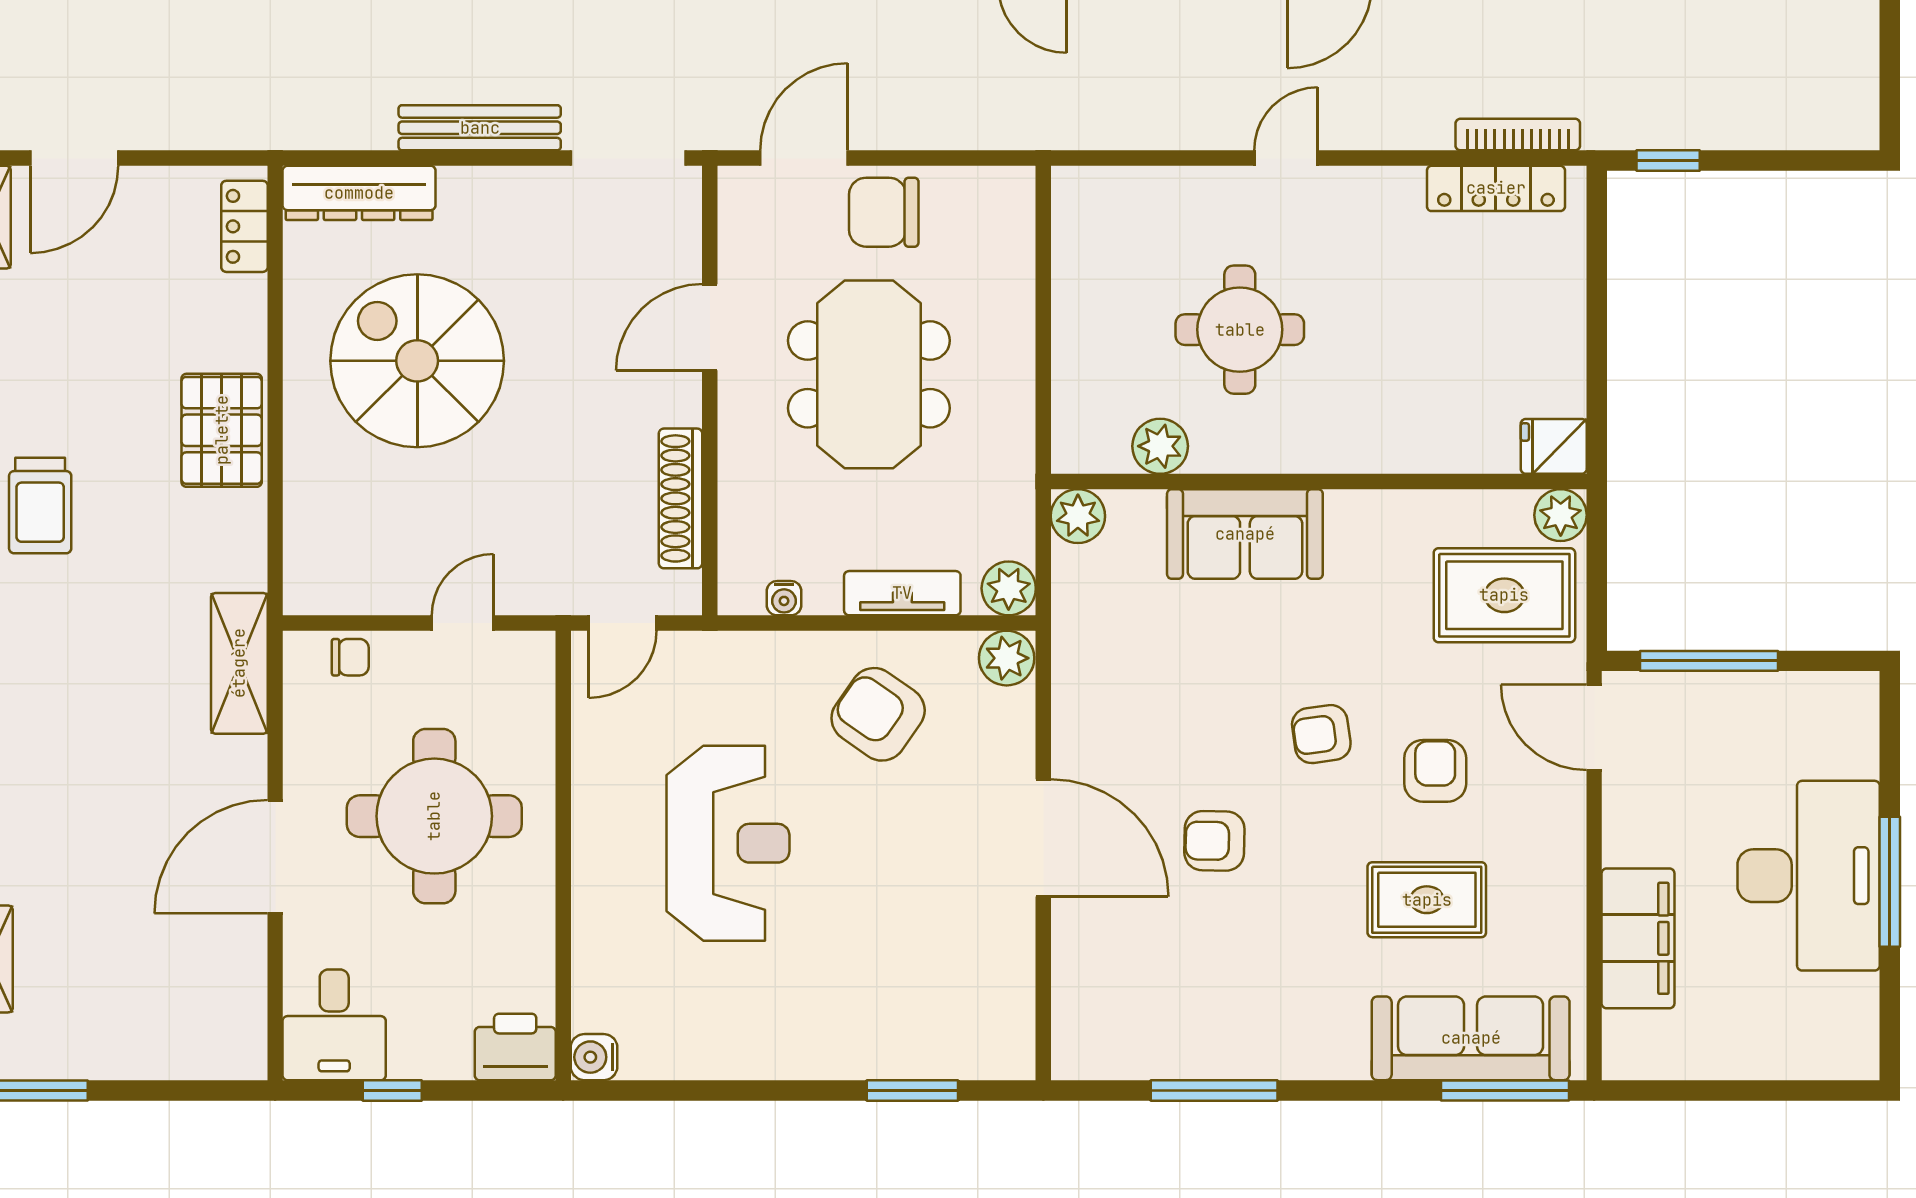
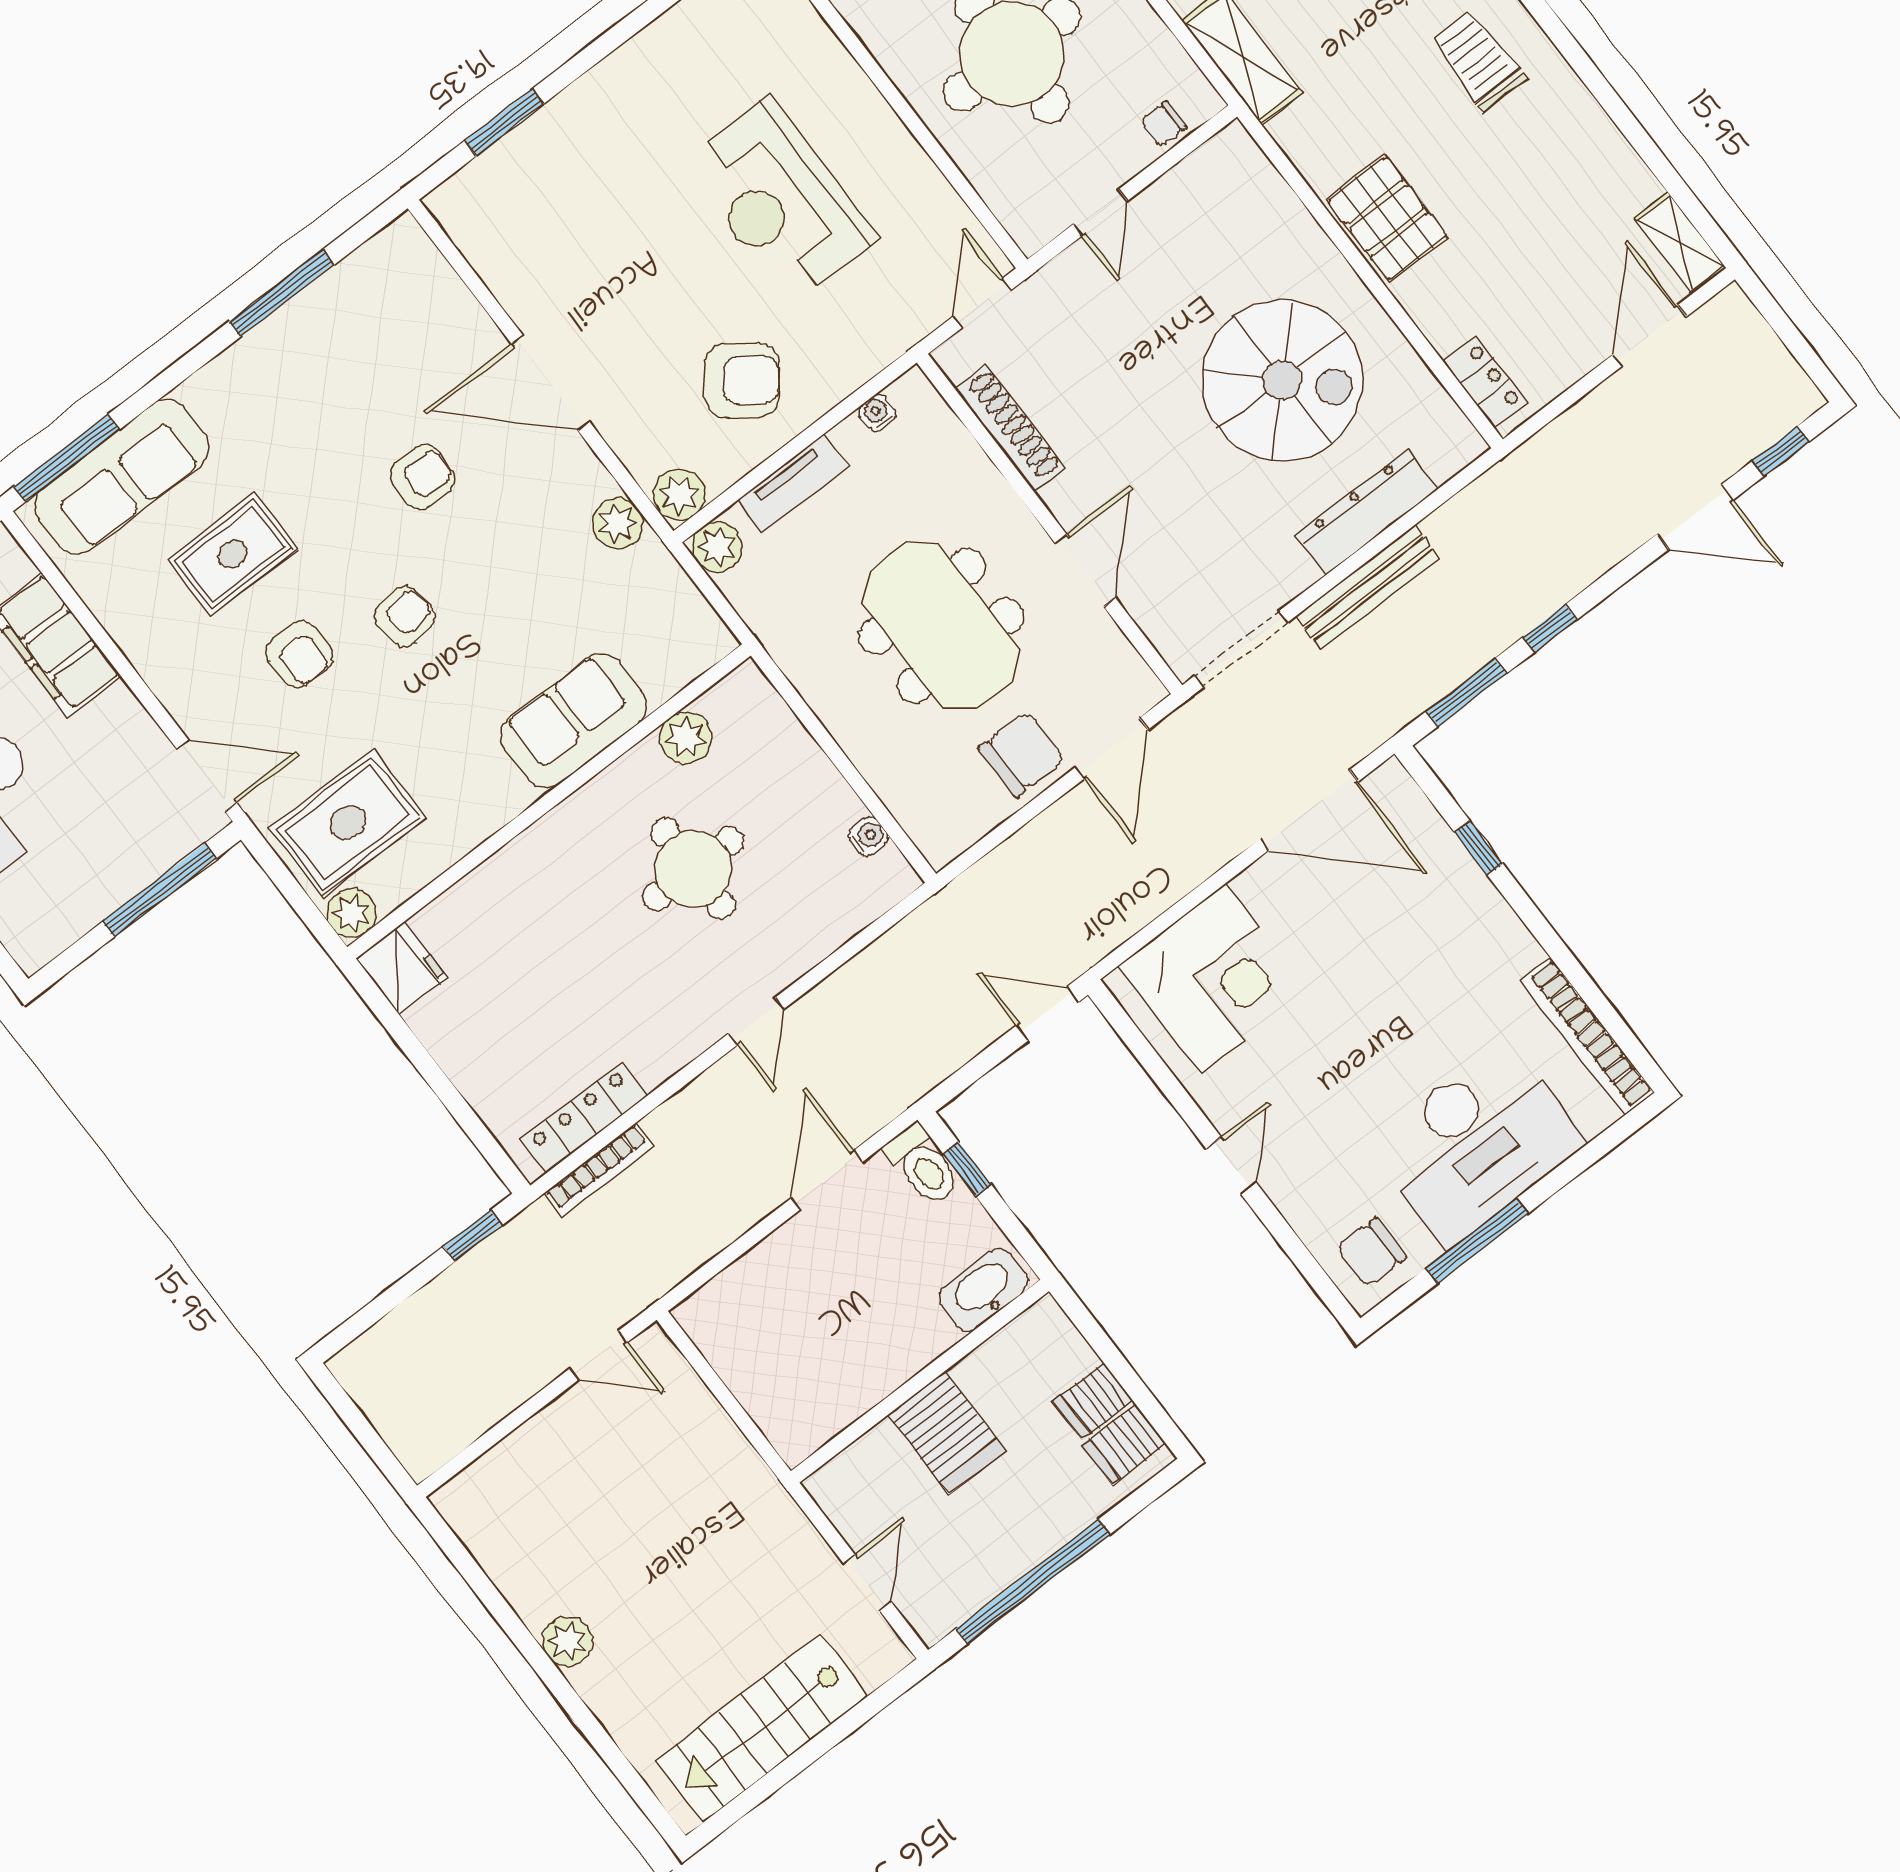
dresser: (359, 193) -> (1366, 512), moved
water cooler: (1069, 242) -> (868, 836), added
fridge: (1554, 446) -> (402, 968), width x1.38
plant: (1078, 516) -> (618, 523), moved

